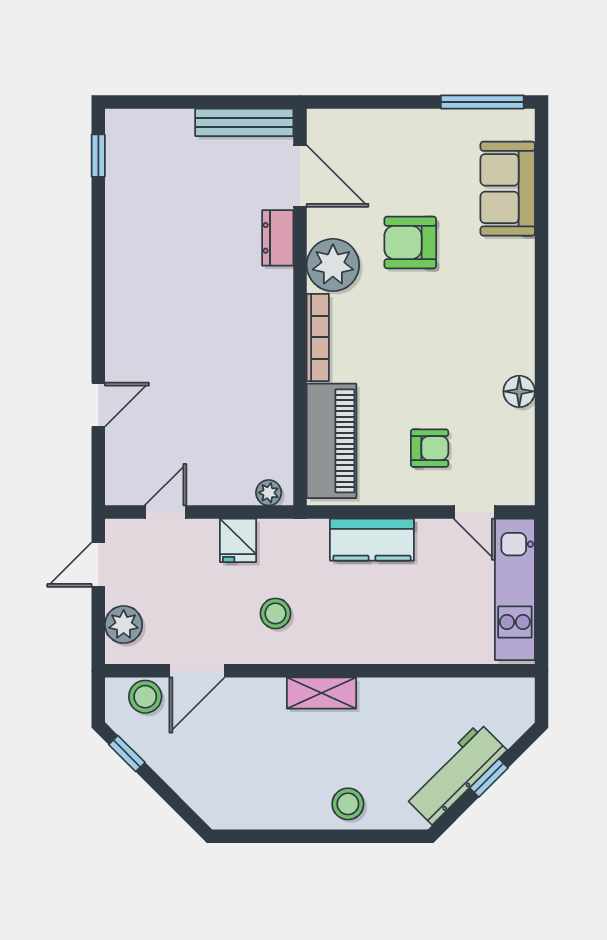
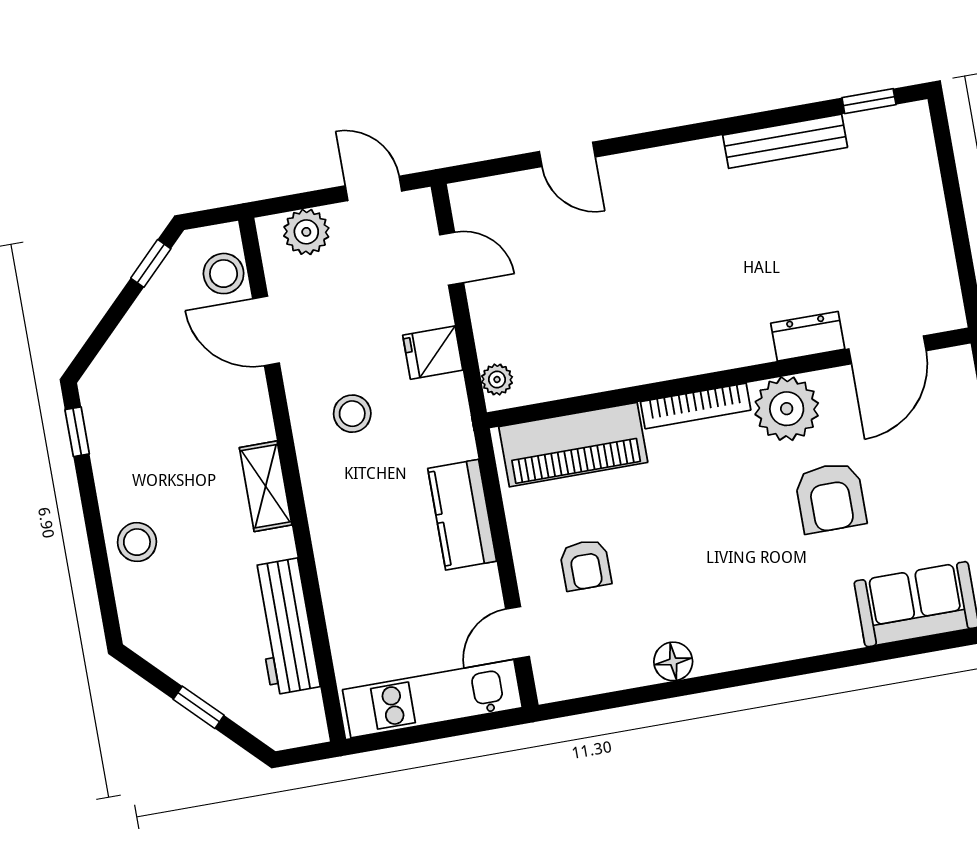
bench: (244, 122) -> (785, 141), moved, turned 90
armchair: (410, 242) -> (830, 498), turned 180
workbench: (456, 773) -> (285, 626), moved, turned -135
window: (251, 836) -> (77, 432), added

